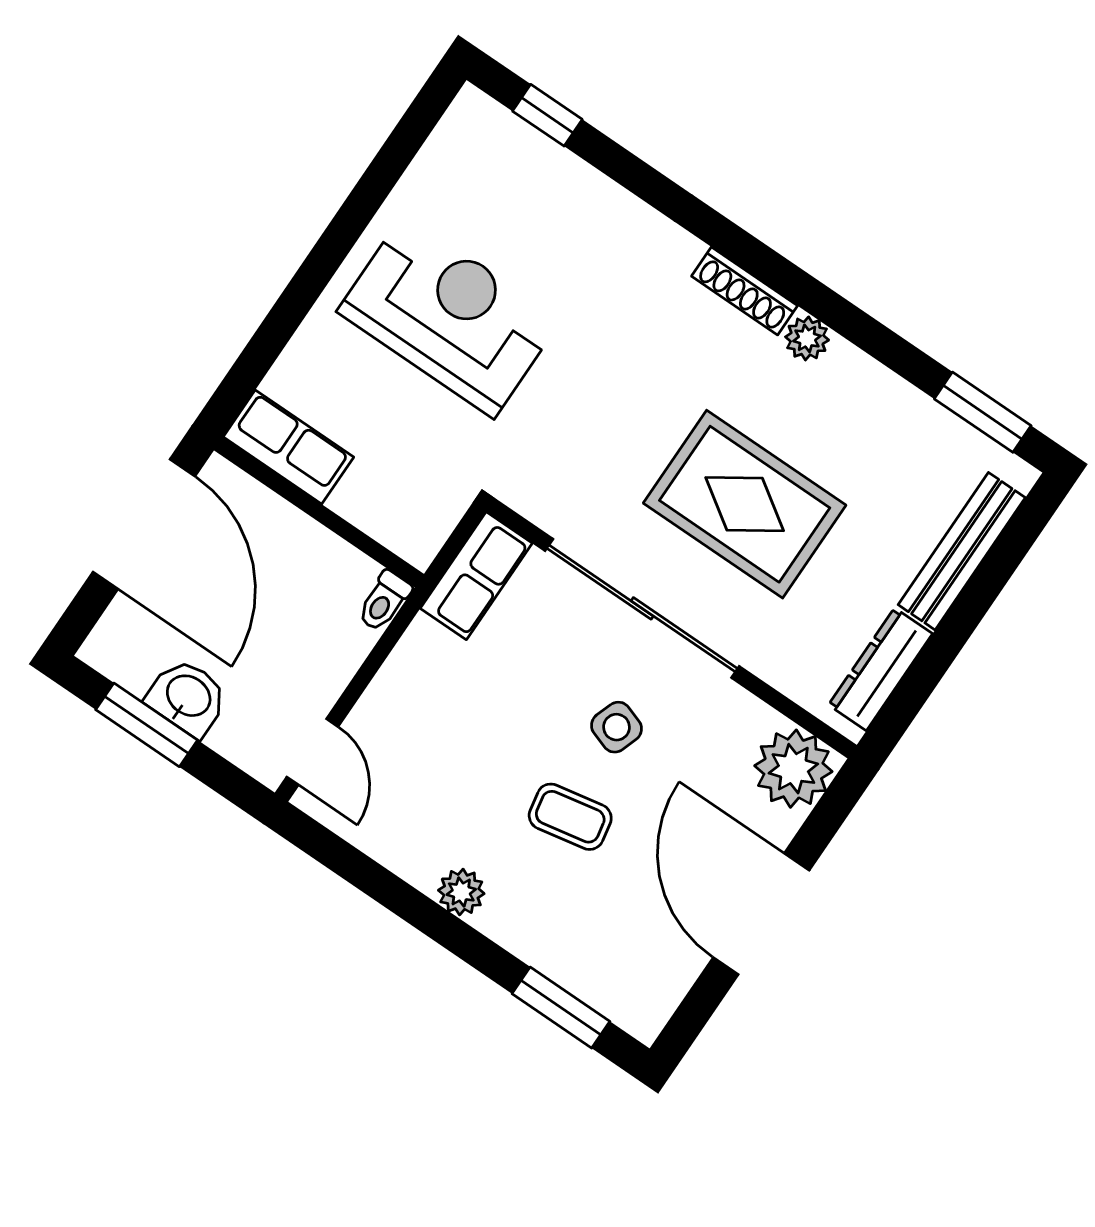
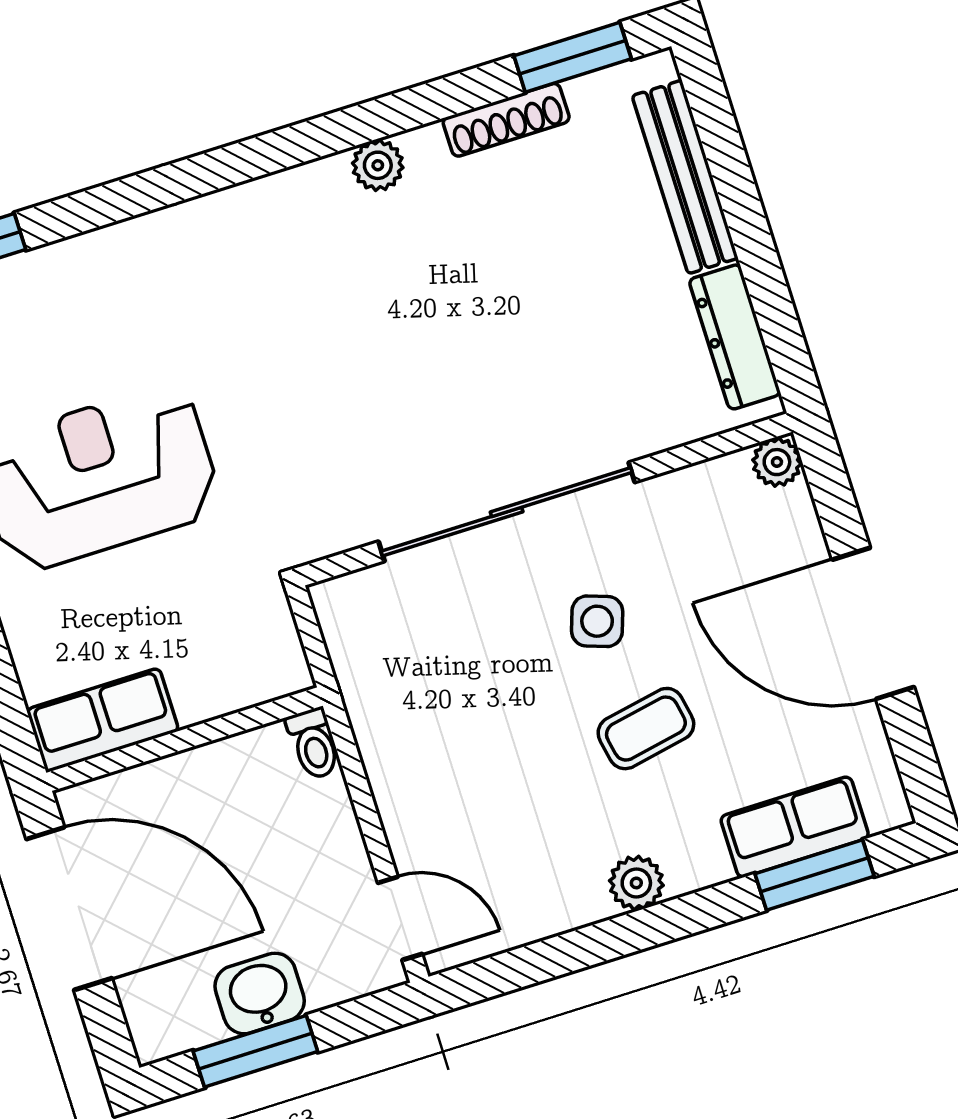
shoe rack: (745, 291) -> (506, 120), moved
rug: (745, 504) -> (485, 342), removed
row of seats: (476, 576) -> (795, 827), moved, turned -90
plant: (793, 769) -> (777, 462), width x0.53, depth x0.53

